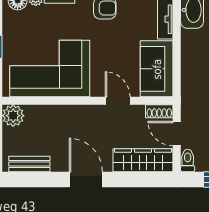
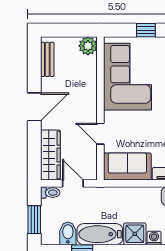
door: (118, 101) -> (100, 134), swing flipped
shoe rack: (159, 111) -> (92, 169), removed
door: (177, 134) -> (73, 183), hinge flipped

